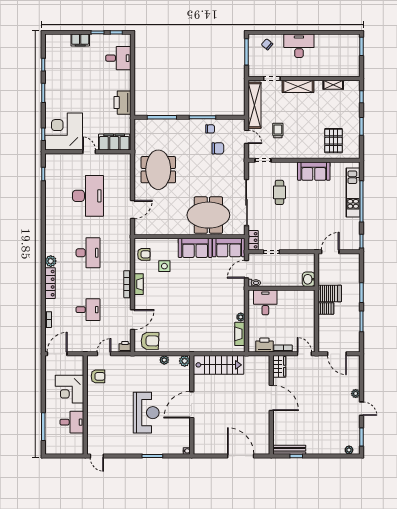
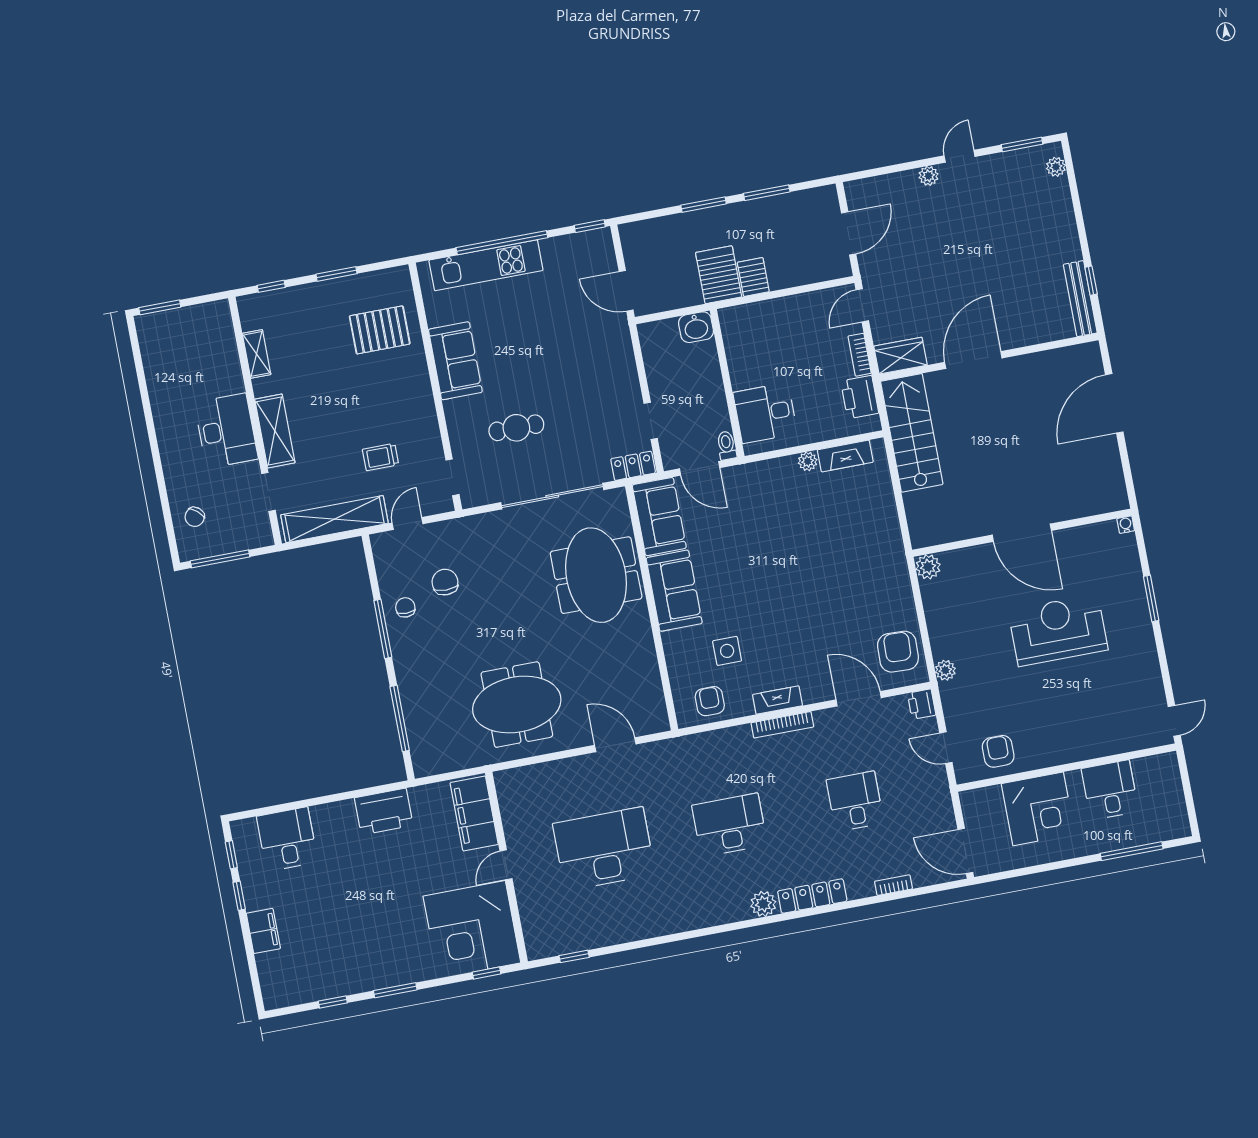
desk: (299, 46) -> (226, 431), moved, turned 180
plant: (164, 360) -> (945, 670), moved
stairs: (218, 365) -> (912, 433), moved

